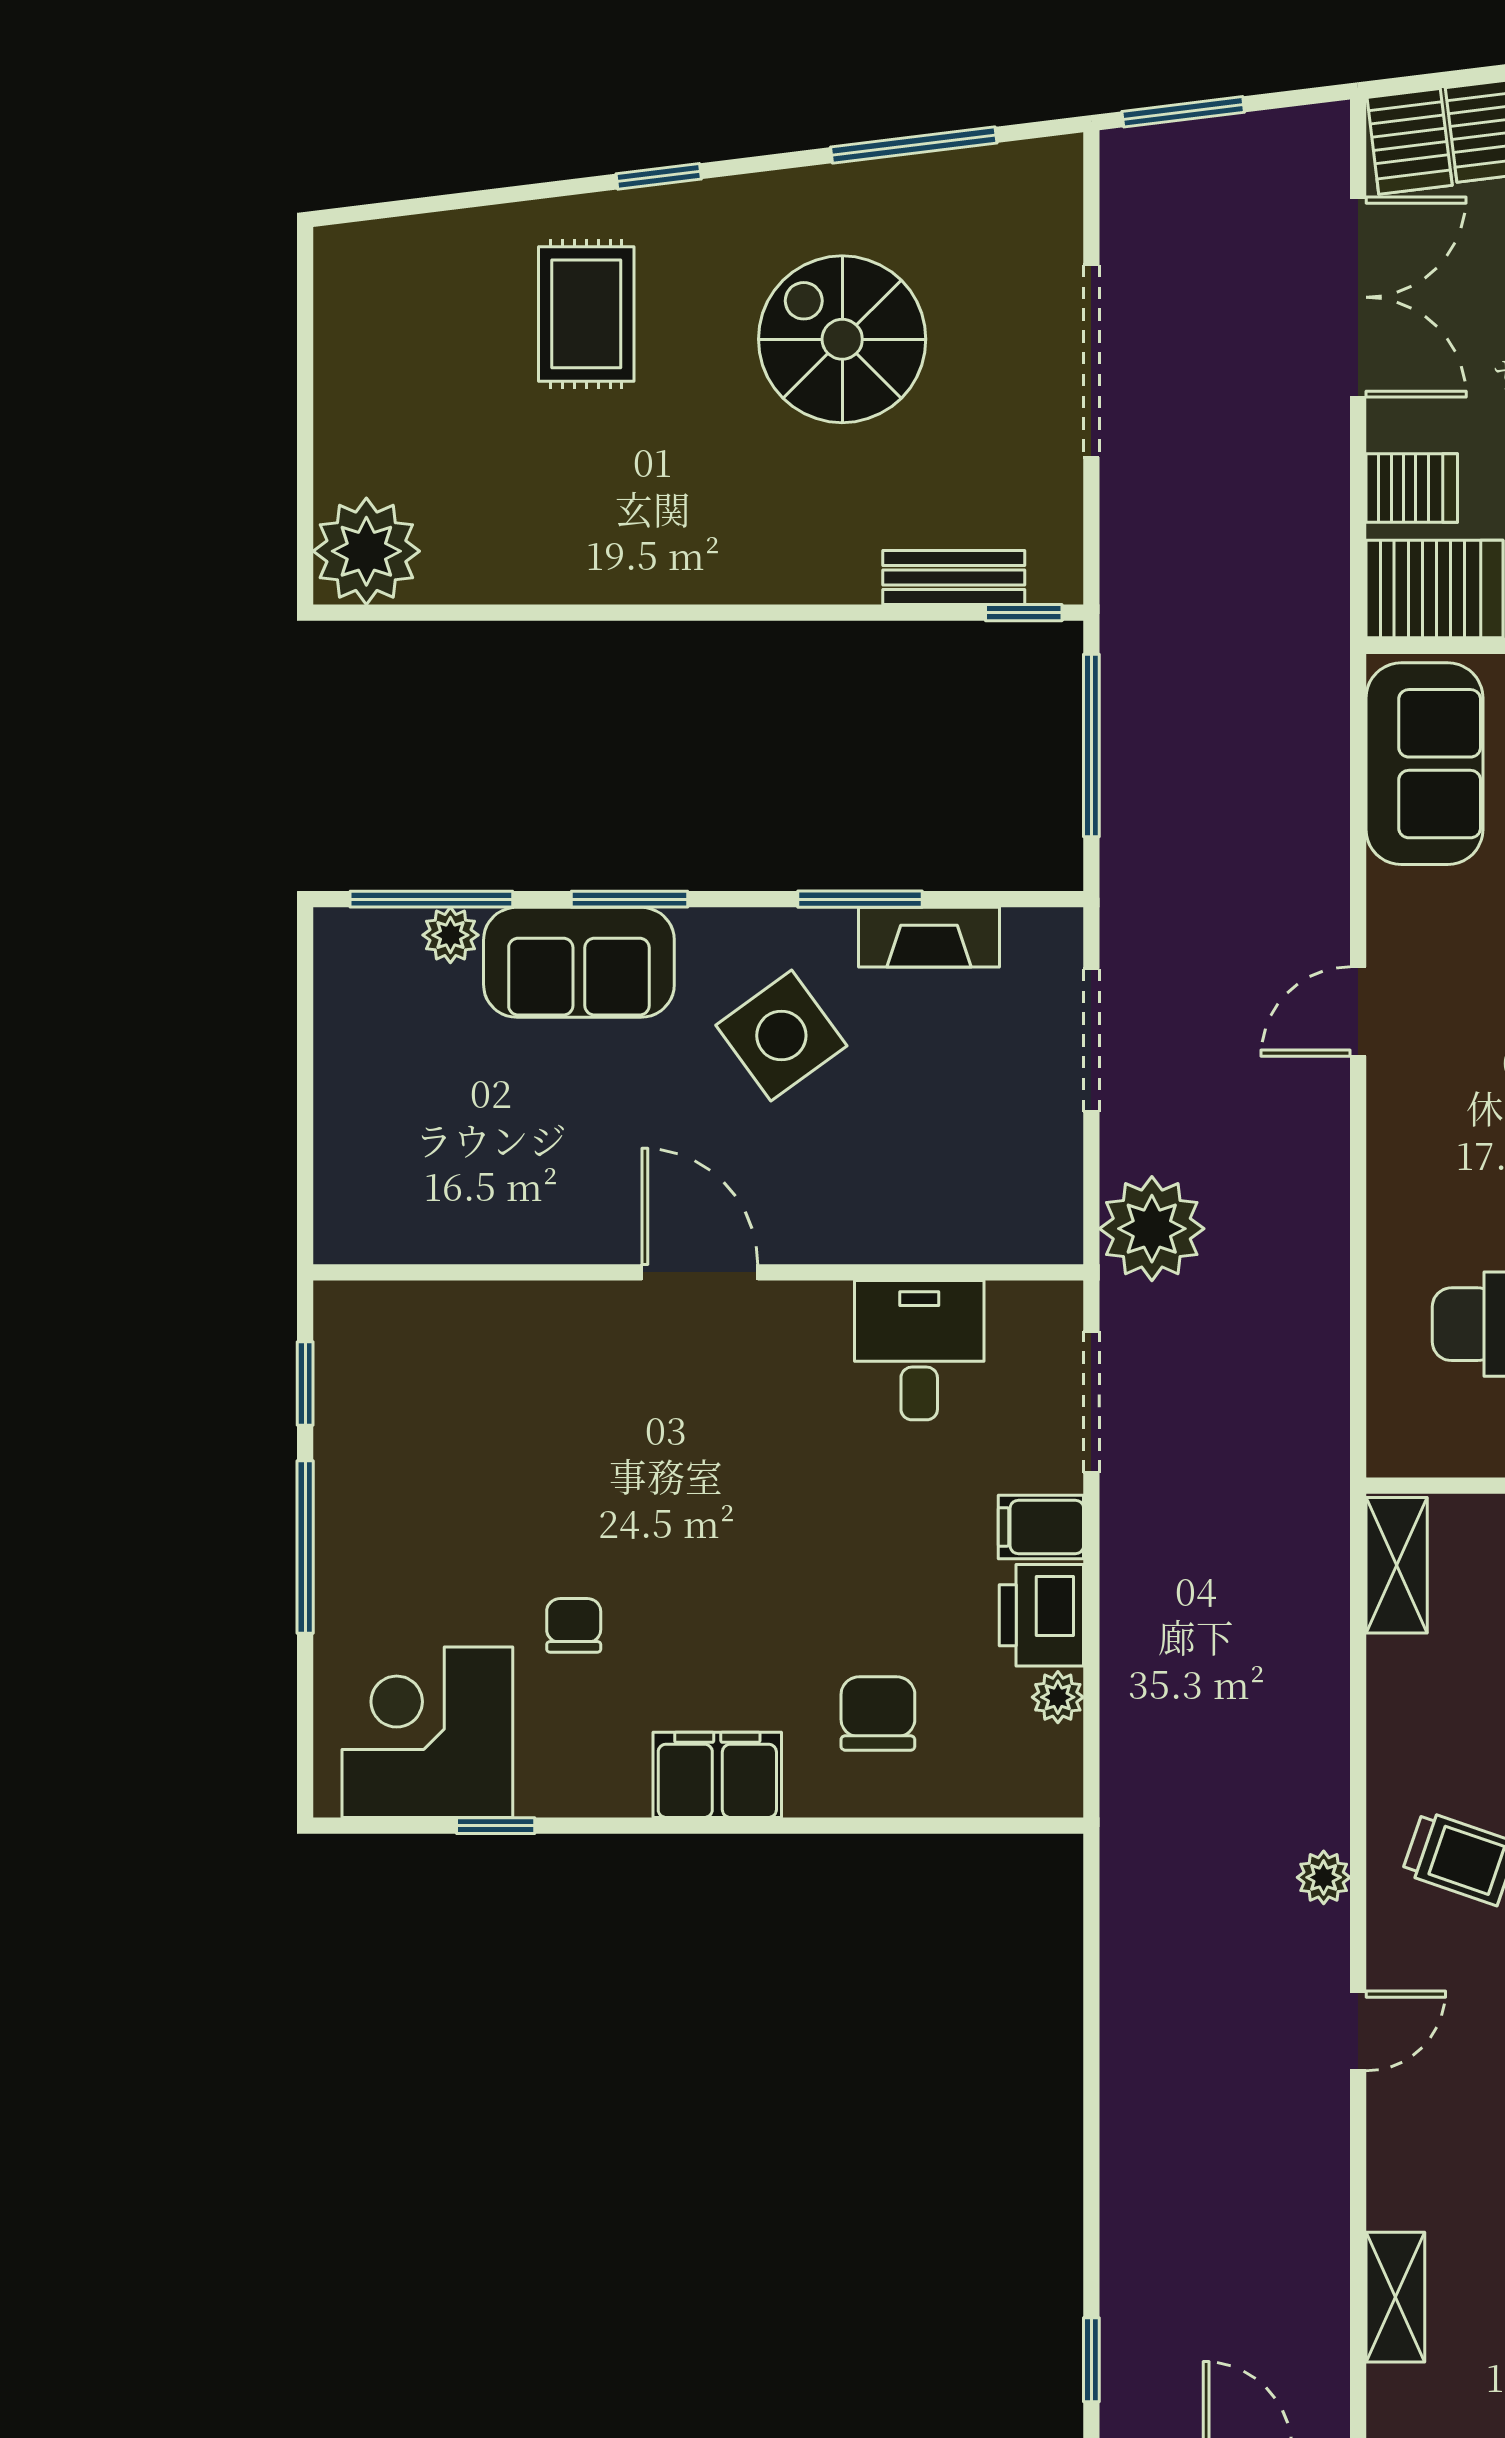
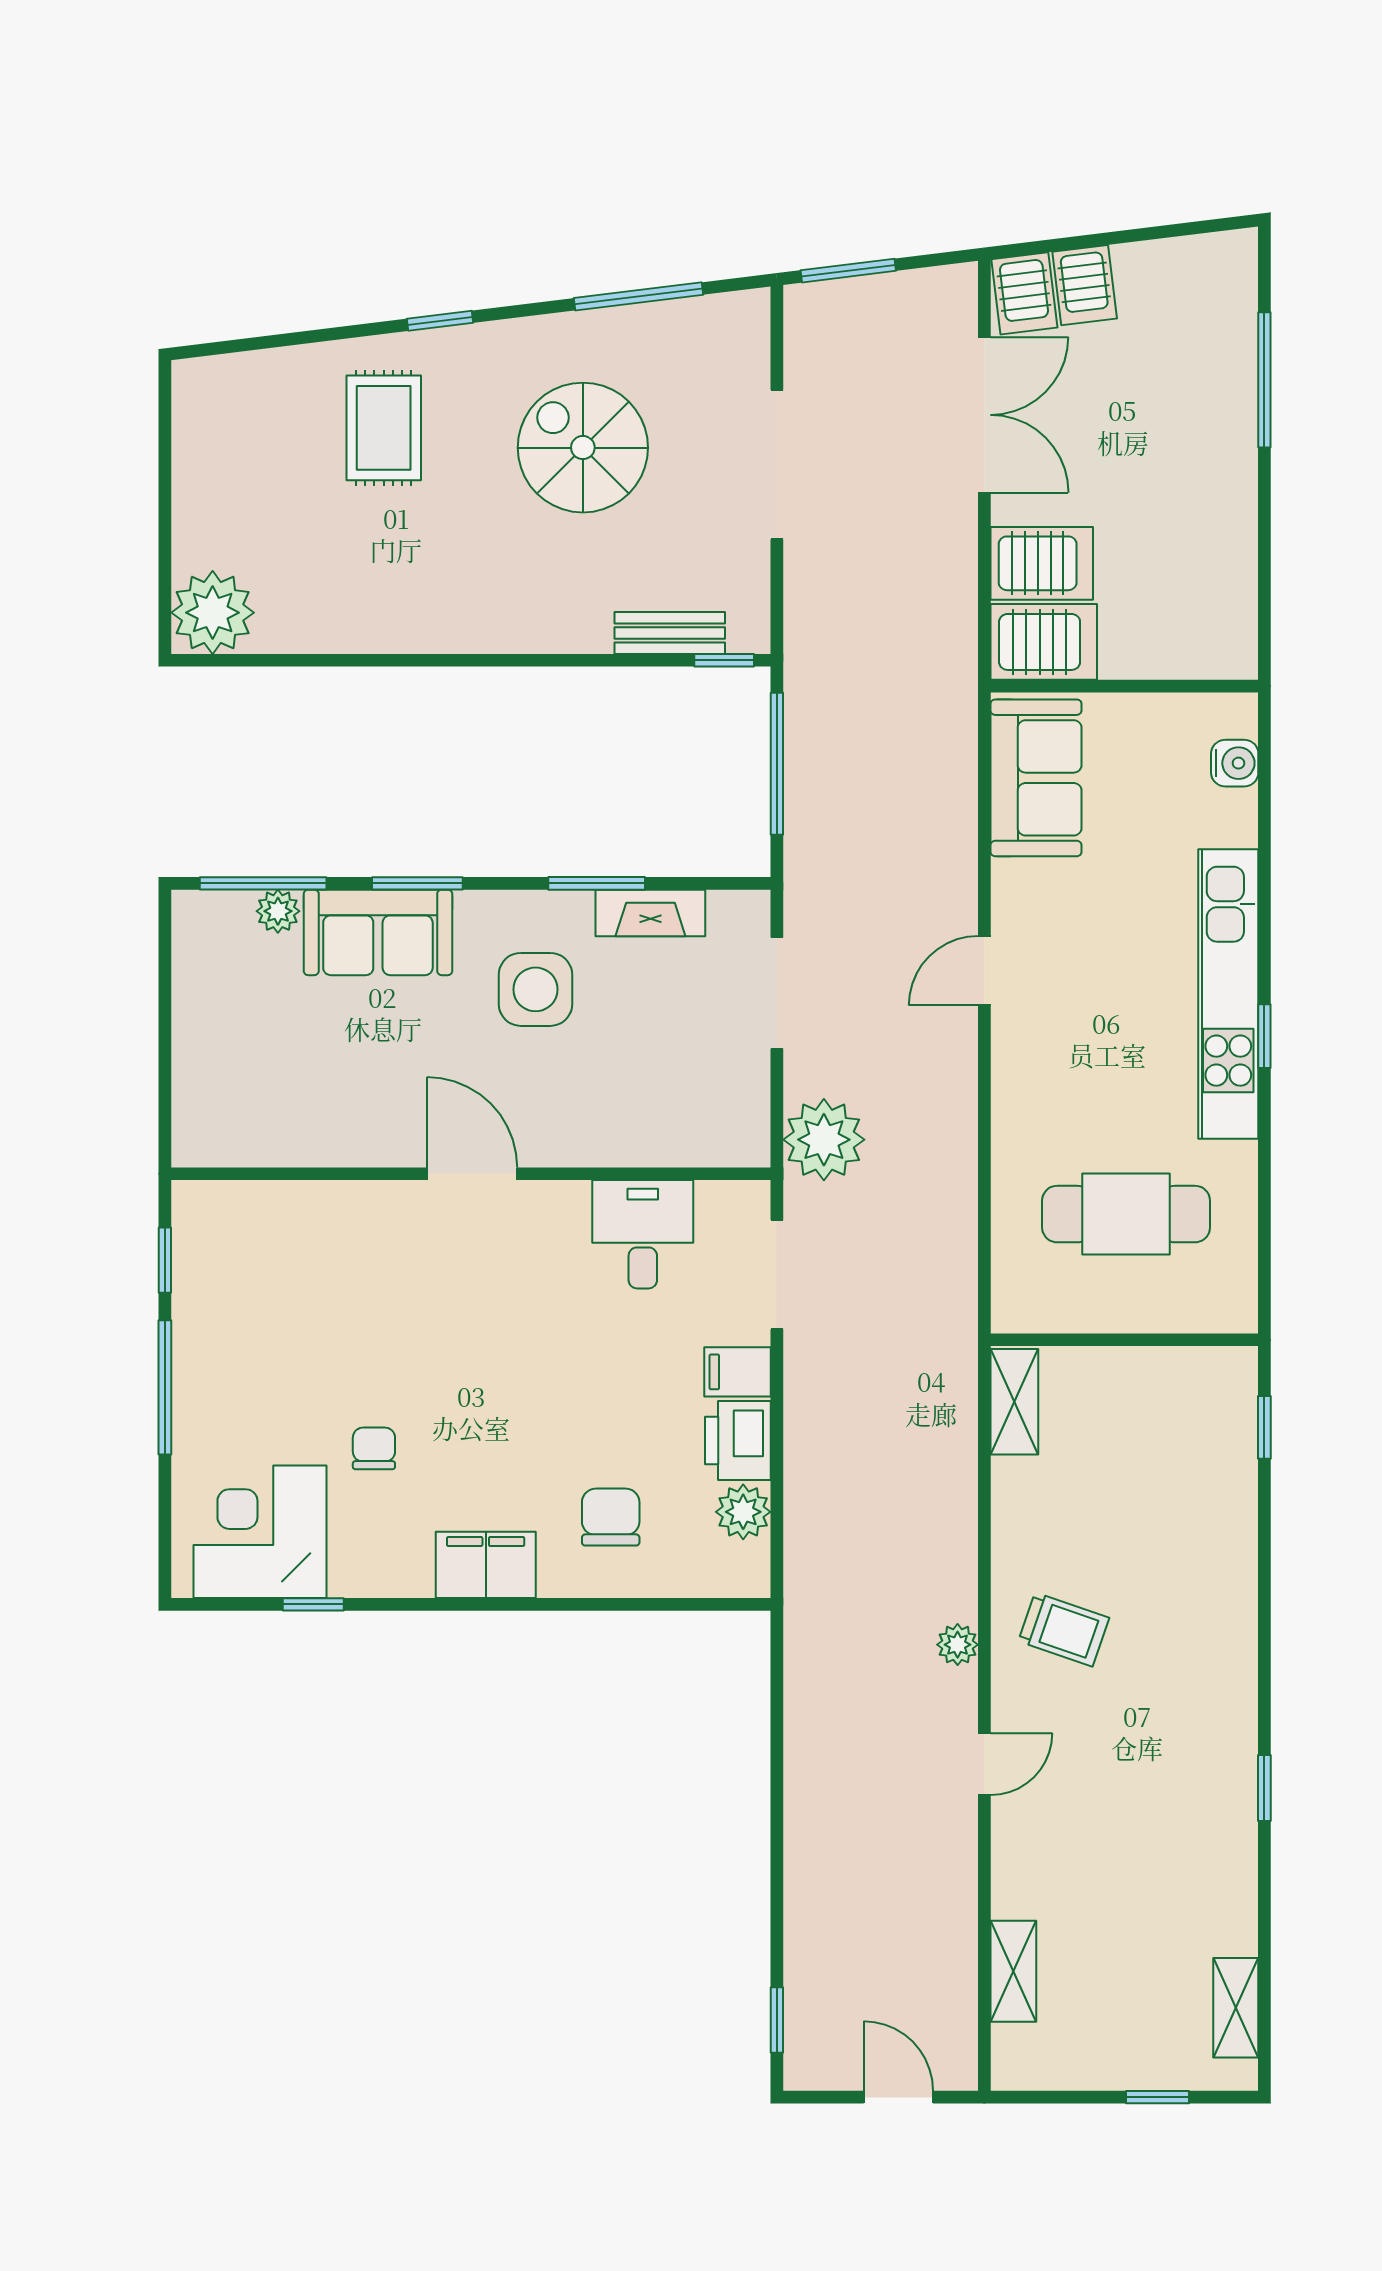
server rack: (1412, 488) -> (1042, 563), width x1.36, depth x1.44
side table: (781, 1036) -> (536, 989), turned 36
plant: (1058, 1697) -> (743, 1512), width x1.38, depth x1.38

